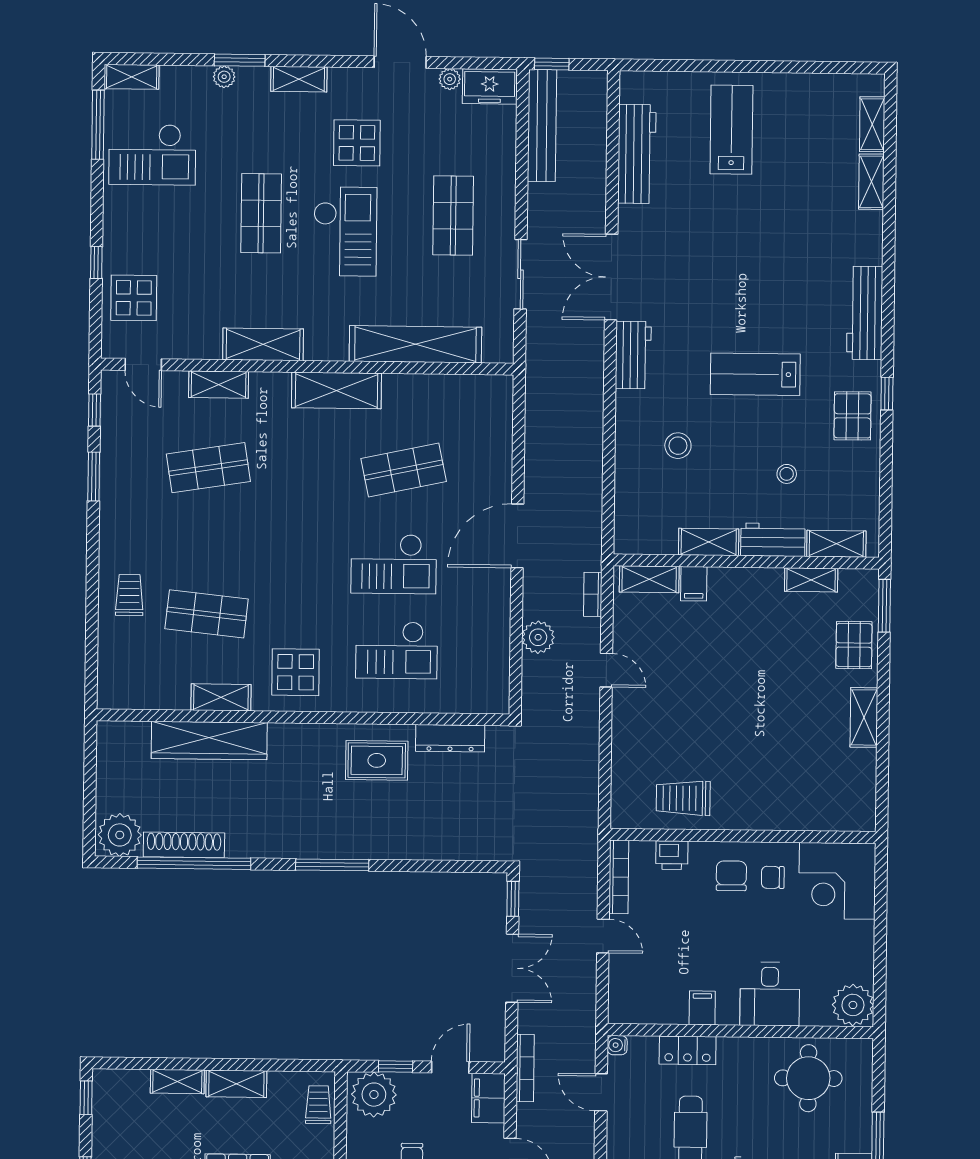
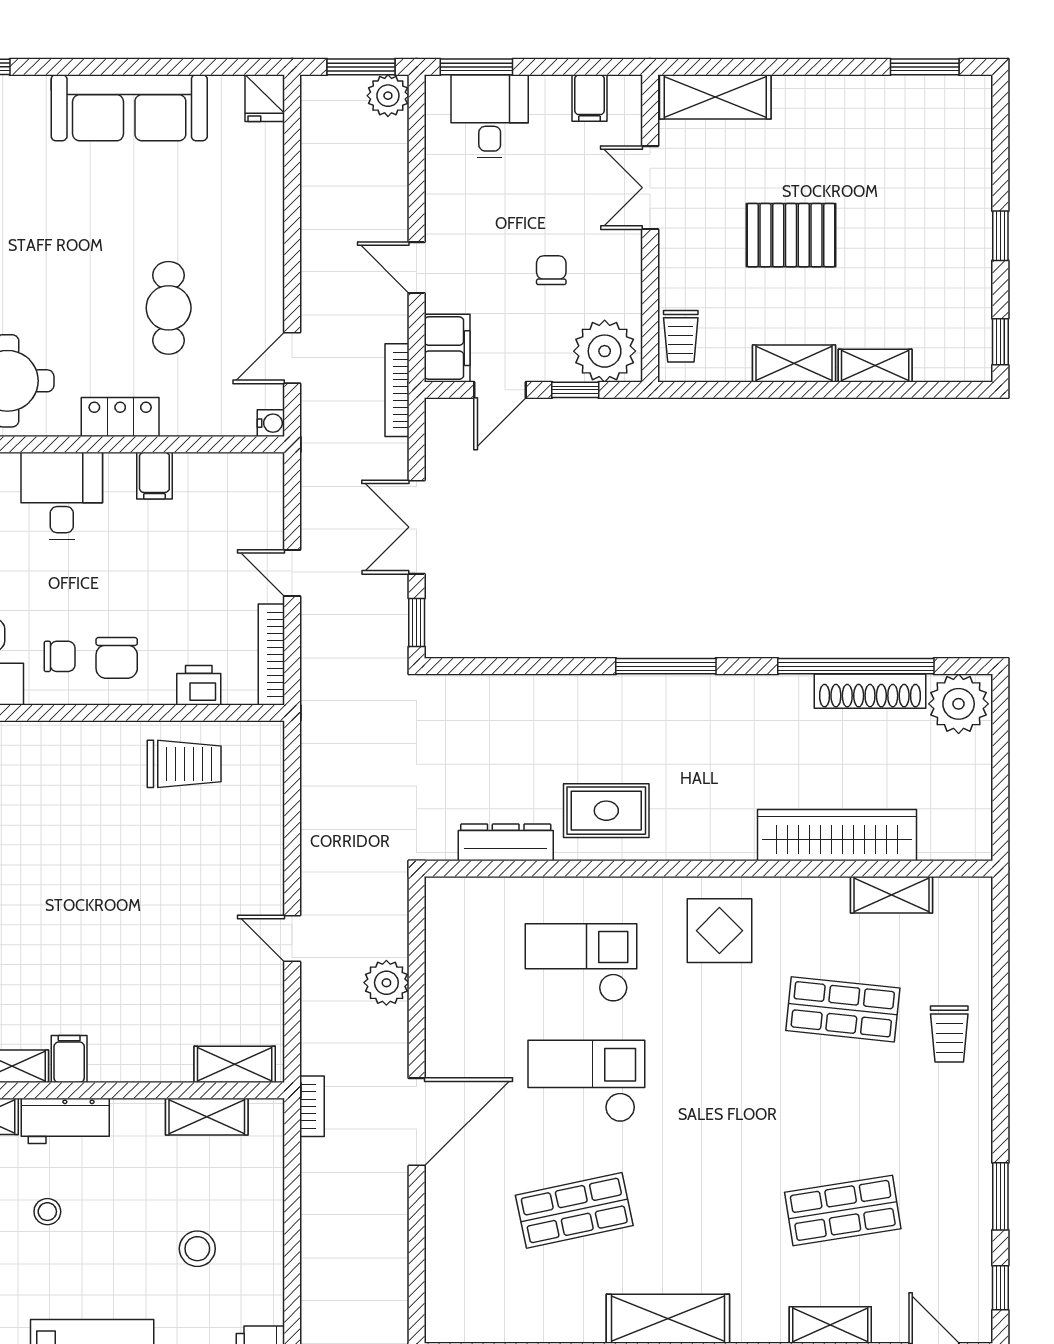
shelving: (709, 542) -> (207, 1117), moved
filing cabinet: (694, 584) -> (69, 1059), moved
bookcase: (593, 594) -> (312, 1106), moved
shelving: (221, 697) -> (892, 895), moved
locker: (688, 1050) -> (120, 417), moved
door: (601, 1092) -> (292, 358), swing flipped

